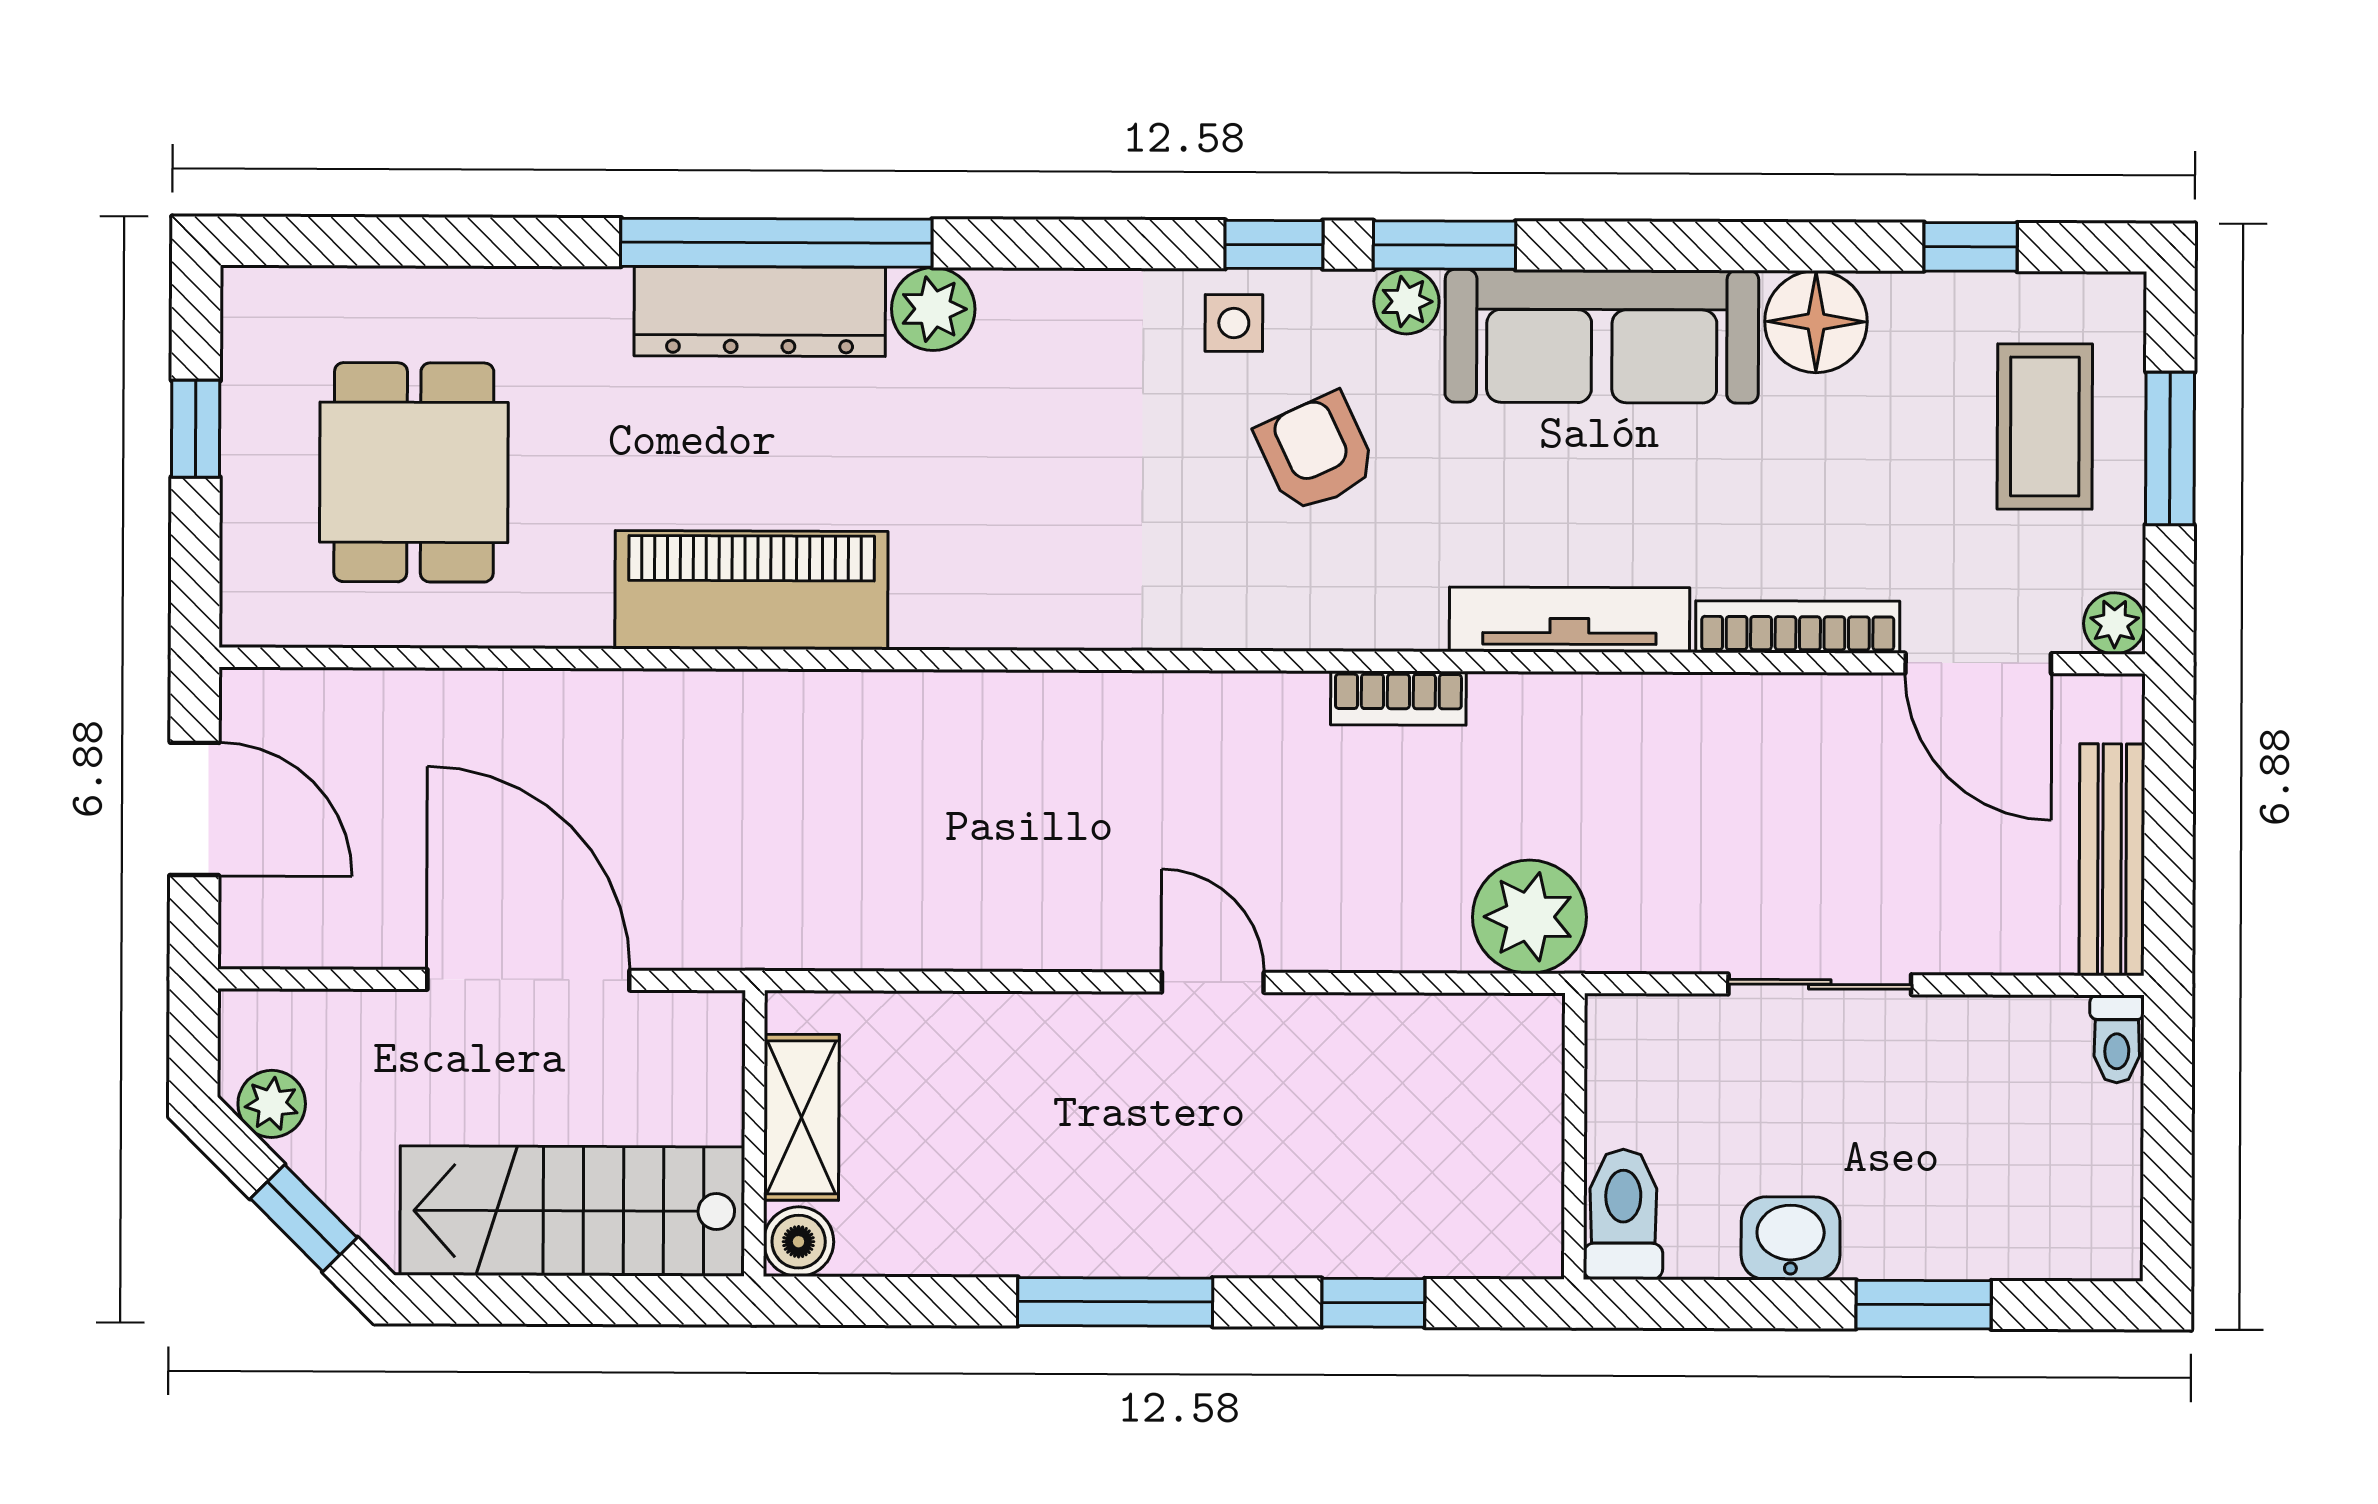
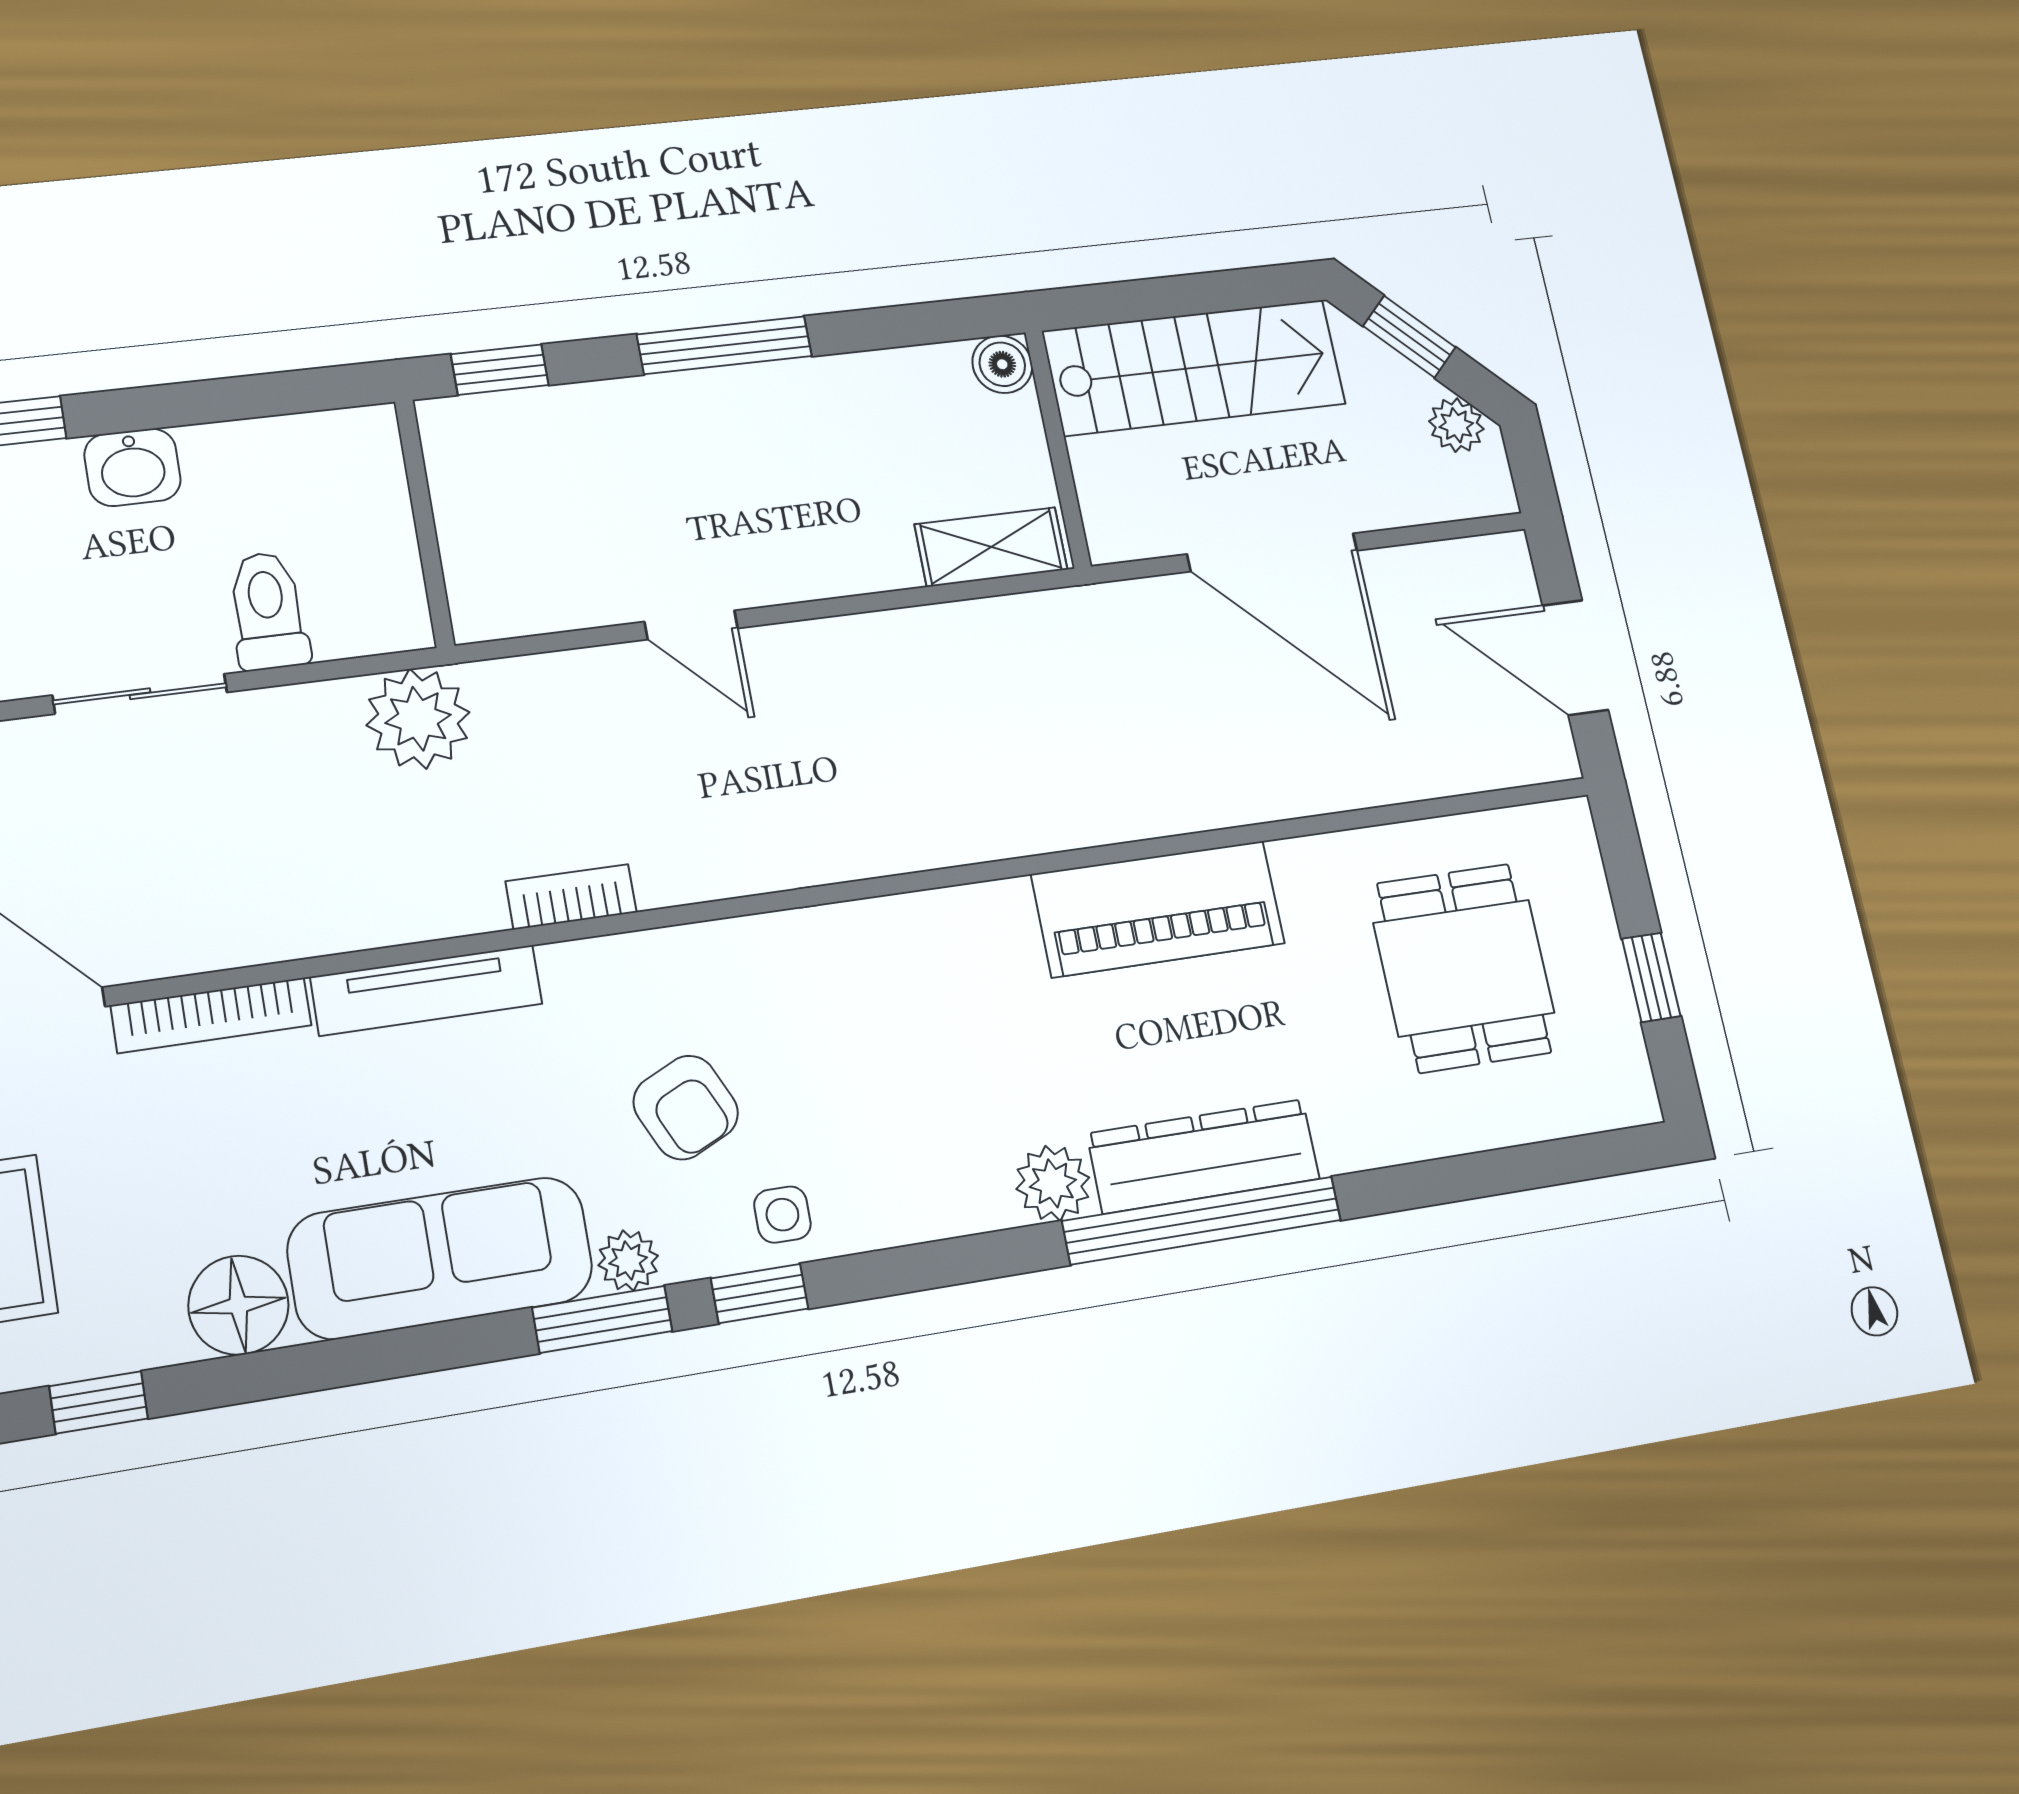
shelving: (801, 1117) -> (991, 547), moved, turned 90
wall: (1574, 1136) -> (425, 523), moved
toilet: (1623, 1214) -> (268, 611), moved, turned 180

